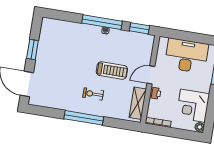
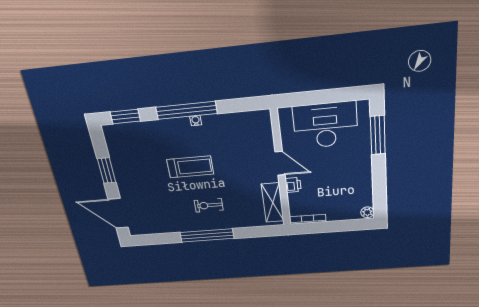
window: (139, 28) -> (125, 116), moved
treadmill: (112, 71) -> (190, 167), moved
door: (151, 75) -> (280, 163), swing flipped
corner desk: (193, 106) -> (351, 189), removed

